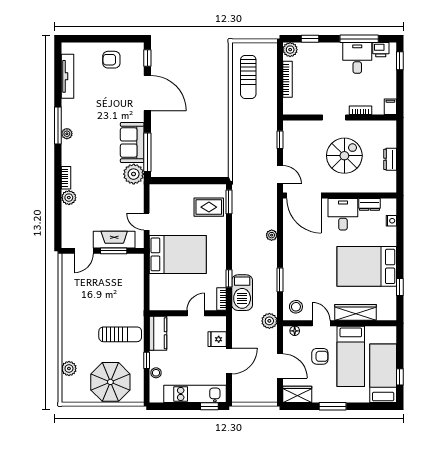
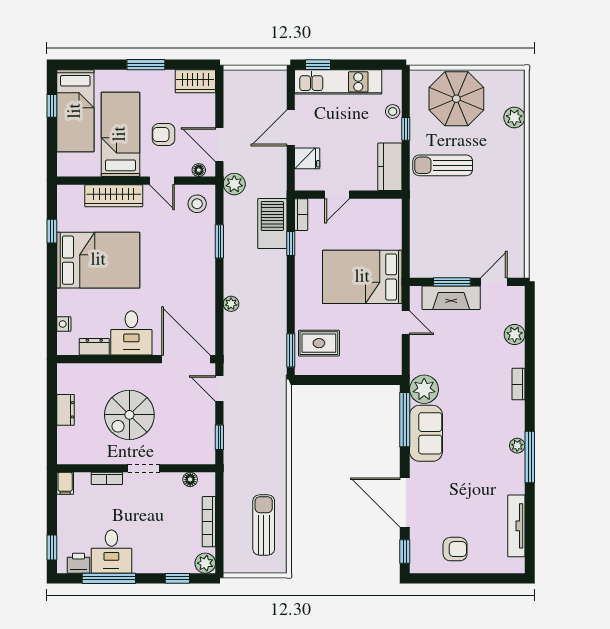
floor lamp: (301, 110) -> (190, 479), added
plant: (69, 198) -> (515, 334), moved
door: (280, 366) -> (219, 145), moved

